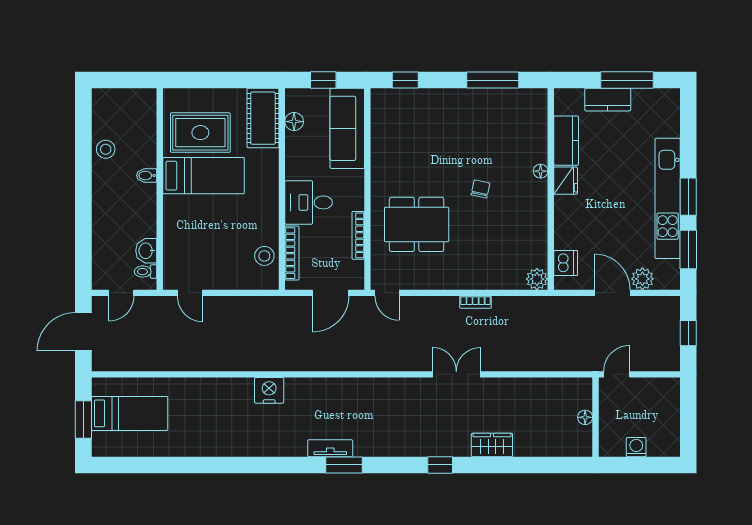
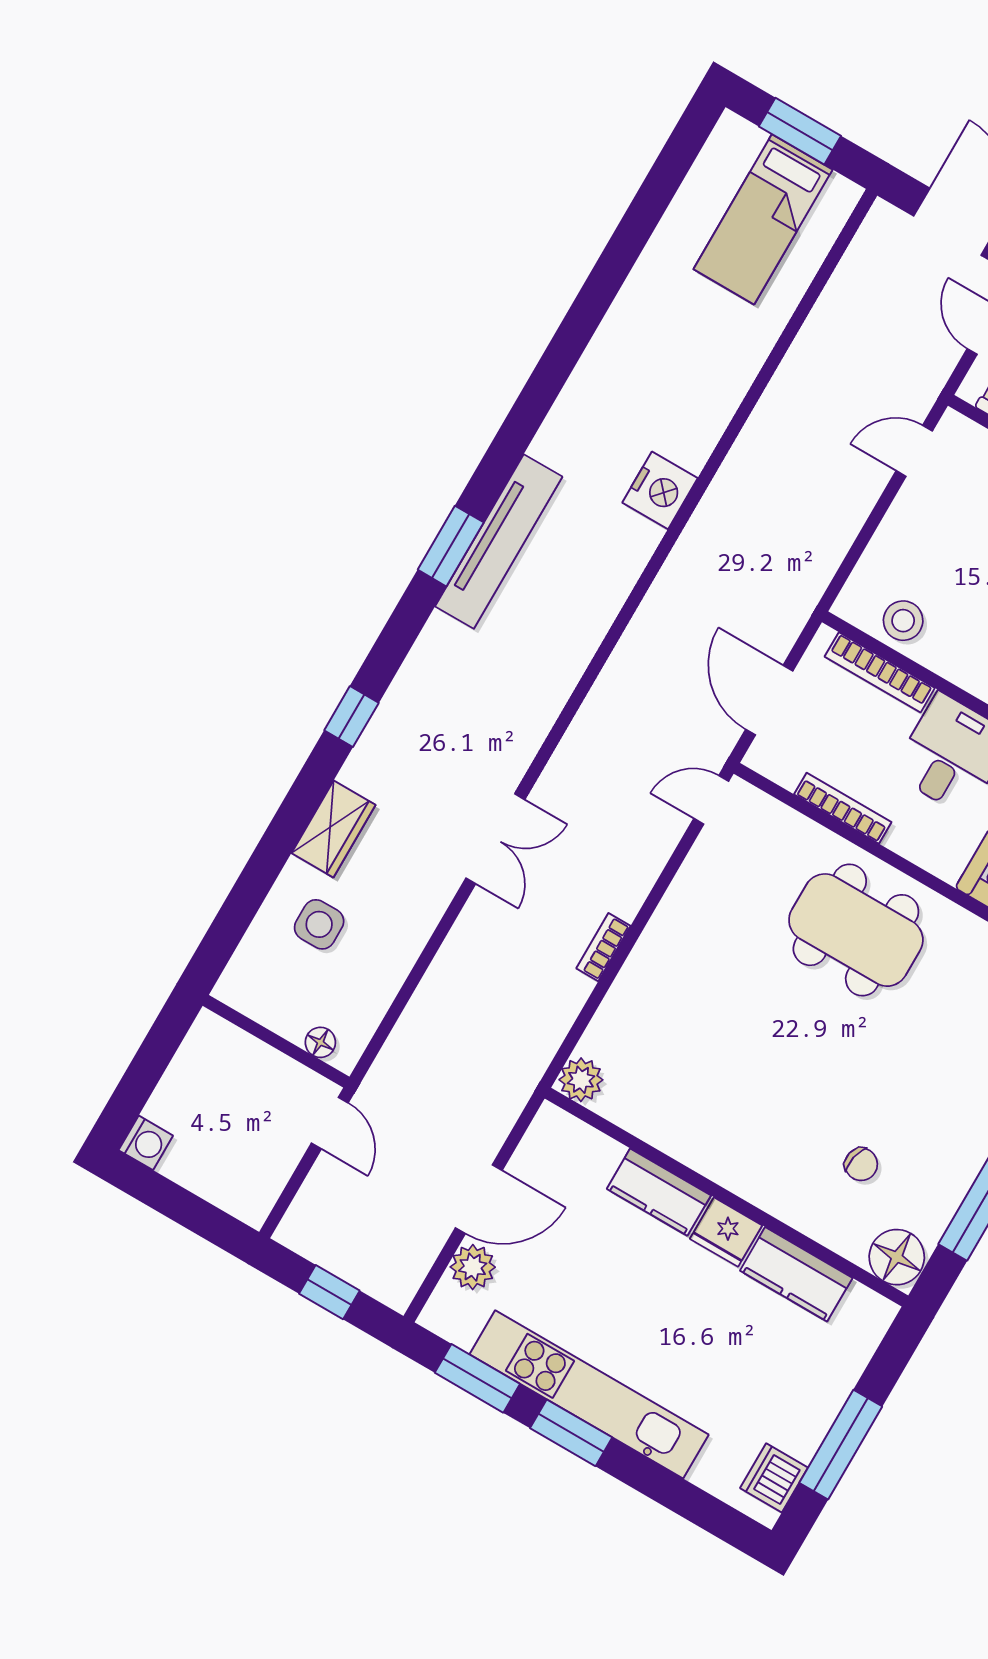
kitchen counter: (608, 100) -> (659, 1192), moved, turned -90
floor lamp: (541, 171) -> (897, 1257), moved, width x1.89, depth x1.89
chair: (480, 189) -> (861, 1164), moved
dining table: (417, 224) -> (856, 930), moved, turned 90
dishwasher: (566, 263) -> (774, 1478), moved, turned 90
floor lamp: (585, 417) -> (320, 1042), moved
side table: (536, 428) -> (319, 924), added
washing machine: (636, 447) -> (146, 1143), moved
tv unit: (330, 448) -> (499, 541), width x1.92, depth x1.29

